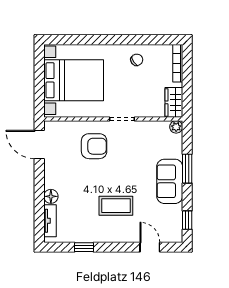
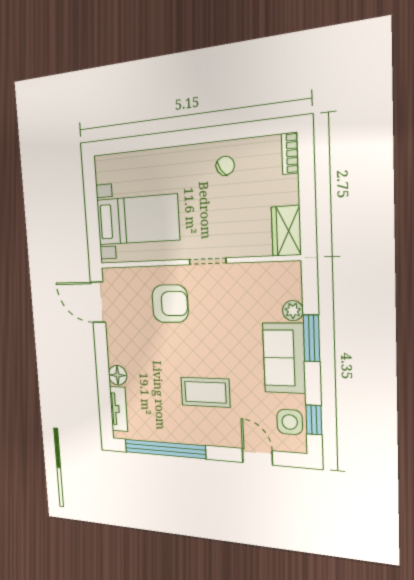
bookcase: (178, 63) -> (290, 153), width x0.64
bed with nightstands: (74, 80) -> (137, 220), width x0.73
plant: (176, 127) -> (293, 311), moved
side table: (172, 222) -> (290, 422), added
window: (84, 247) -> (165, 449), width x3.17

